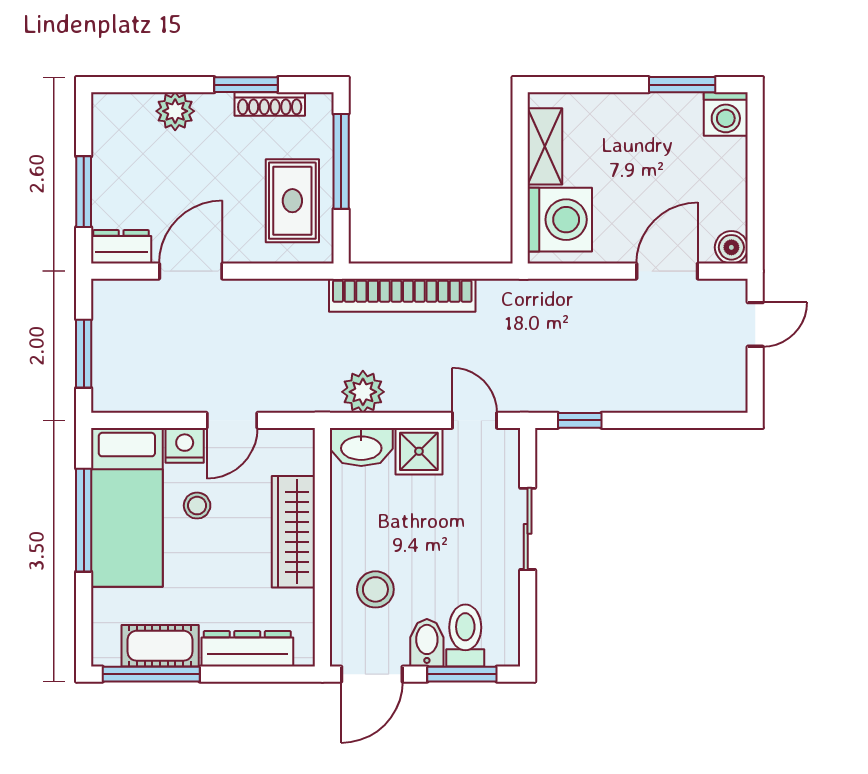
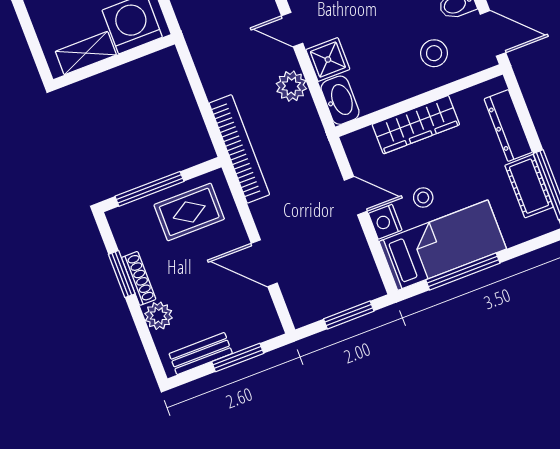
shoe rack: (270, 104) -> (139, 278), moved
bench: (107, 146) -> (201, 354), added
dresser: (121, 247) -> (266, 317), removed
bookcase: (402, 295) -> (239, 149), moved
plant: (363, 392) -> (291, 86), moved
door: (474, 420) -> (292, 30), hinge flipped

